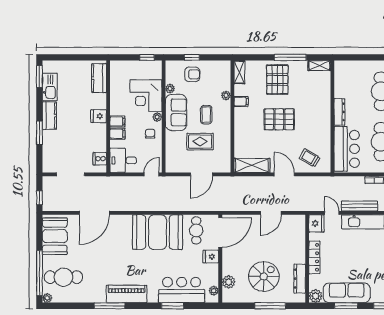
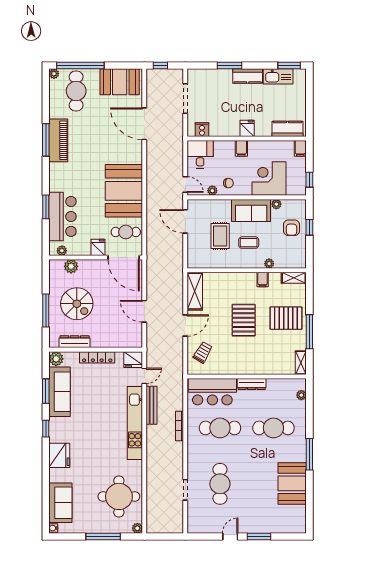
plant: (350, 65) -> (301, 395), added
plant: (157, 117) -> (212, 191), moved
filing cabinet: (117, 134) -> (300, 148), moved
door: (201, 174) -> (185, 221), moved
piano: (127, 294) -> (58, 140), moved

